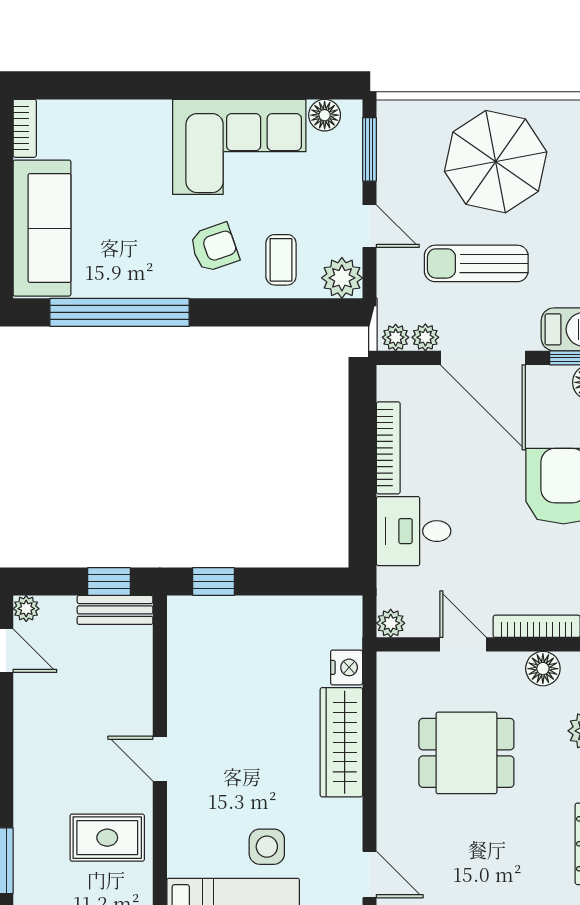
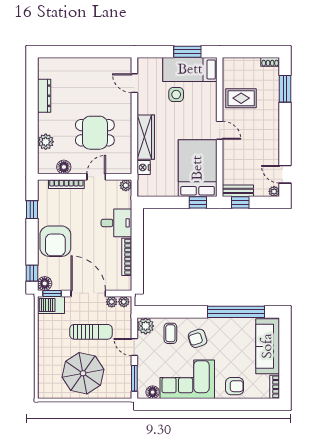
armchair: (123, 130) -> (235, 386), added
door: (463, 644) -> (96, 177), swing flipped
bed: (214, 666) -> (198, 168), added

